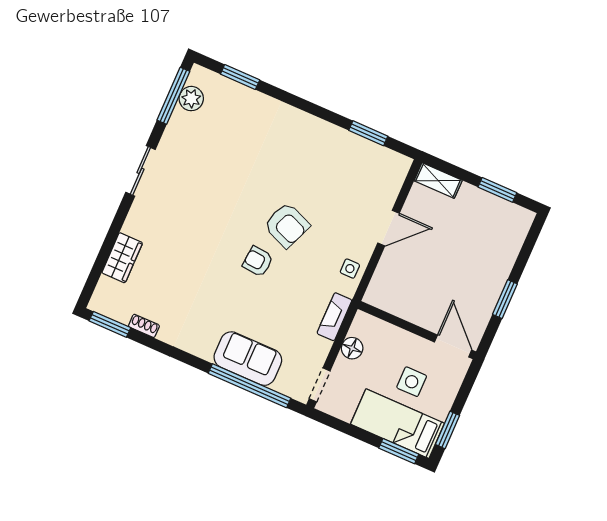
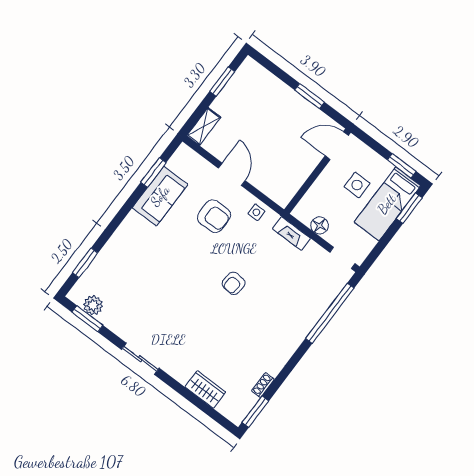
window: (173, 96) -> (87, 319), width x0.69
armchair: (287, 225) -> (214, 216), moved, turned 68
sofa: (248, 359) -> (160, 196), moved, turned 180

